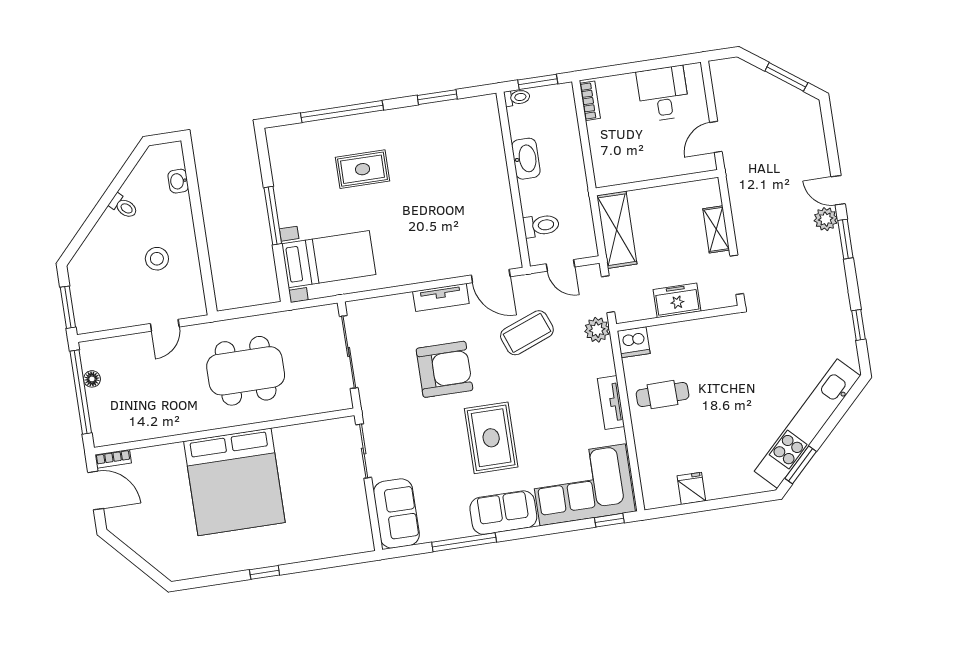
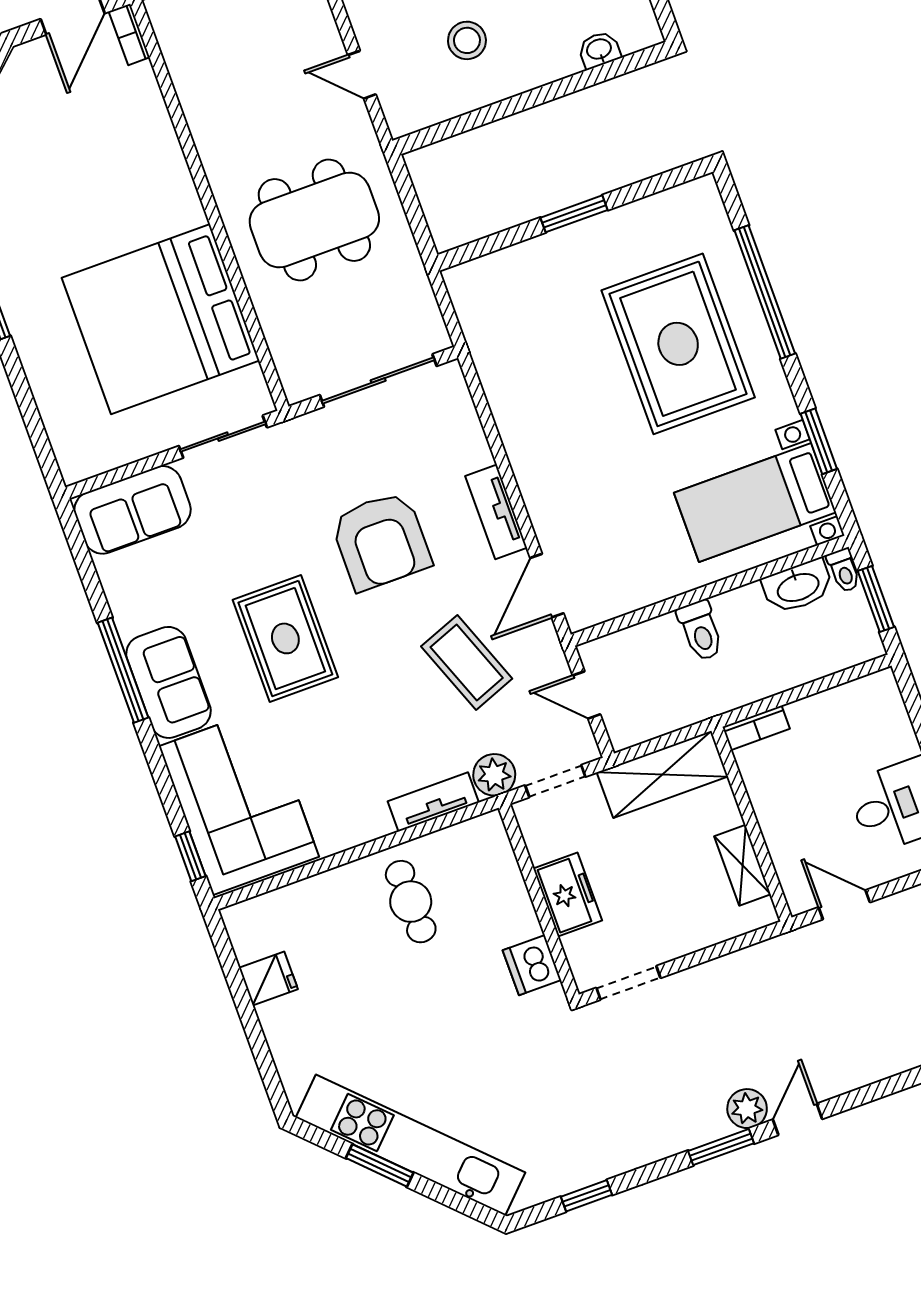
bookcase: (590, 101) -> (756, 728), moved
washbasin: (526, 159) -> (798, 586), moved
rug: (363, 169) -> (678, 344), width x1.86, depth x2.06
window: (273, 216) -> (574, 214), width x0.69
toilet: (541, 226) -> (700, 631), moved
shelving: (716, 229) -> (742, 865), moved, turned 90
bed with nightstands: (329, 259) -> (755, 503), moved, turned 90
door: (560, 265) -> (586, 695), hinge flipped
dishwasher: (634, 342) -> (532, 965), moved
dining table: (246, 371) -> (314, 220), turned 90
tv unit: (611, 402) -> (433, 802), moved
rug: (491, 438) -> (285, 638), turned 90
window: (801, 465) -> (380, 1165), moved
bed: (234, 482) -> (161, 319), moved
window: (464, 542) -> (123, 670), moved

